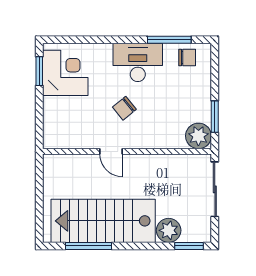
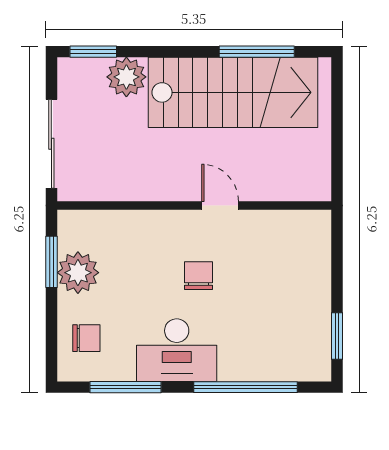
window: (95, 40) -> (245, 387), added
chair: (187, 57) -> (86, 338), moved, turned 180
corner desk: (65, 73) -> (295, 333), removed
chair: (124, 108) -> (198, 276), turned -51
plant: (198, 136) -> (78, 273), moved

